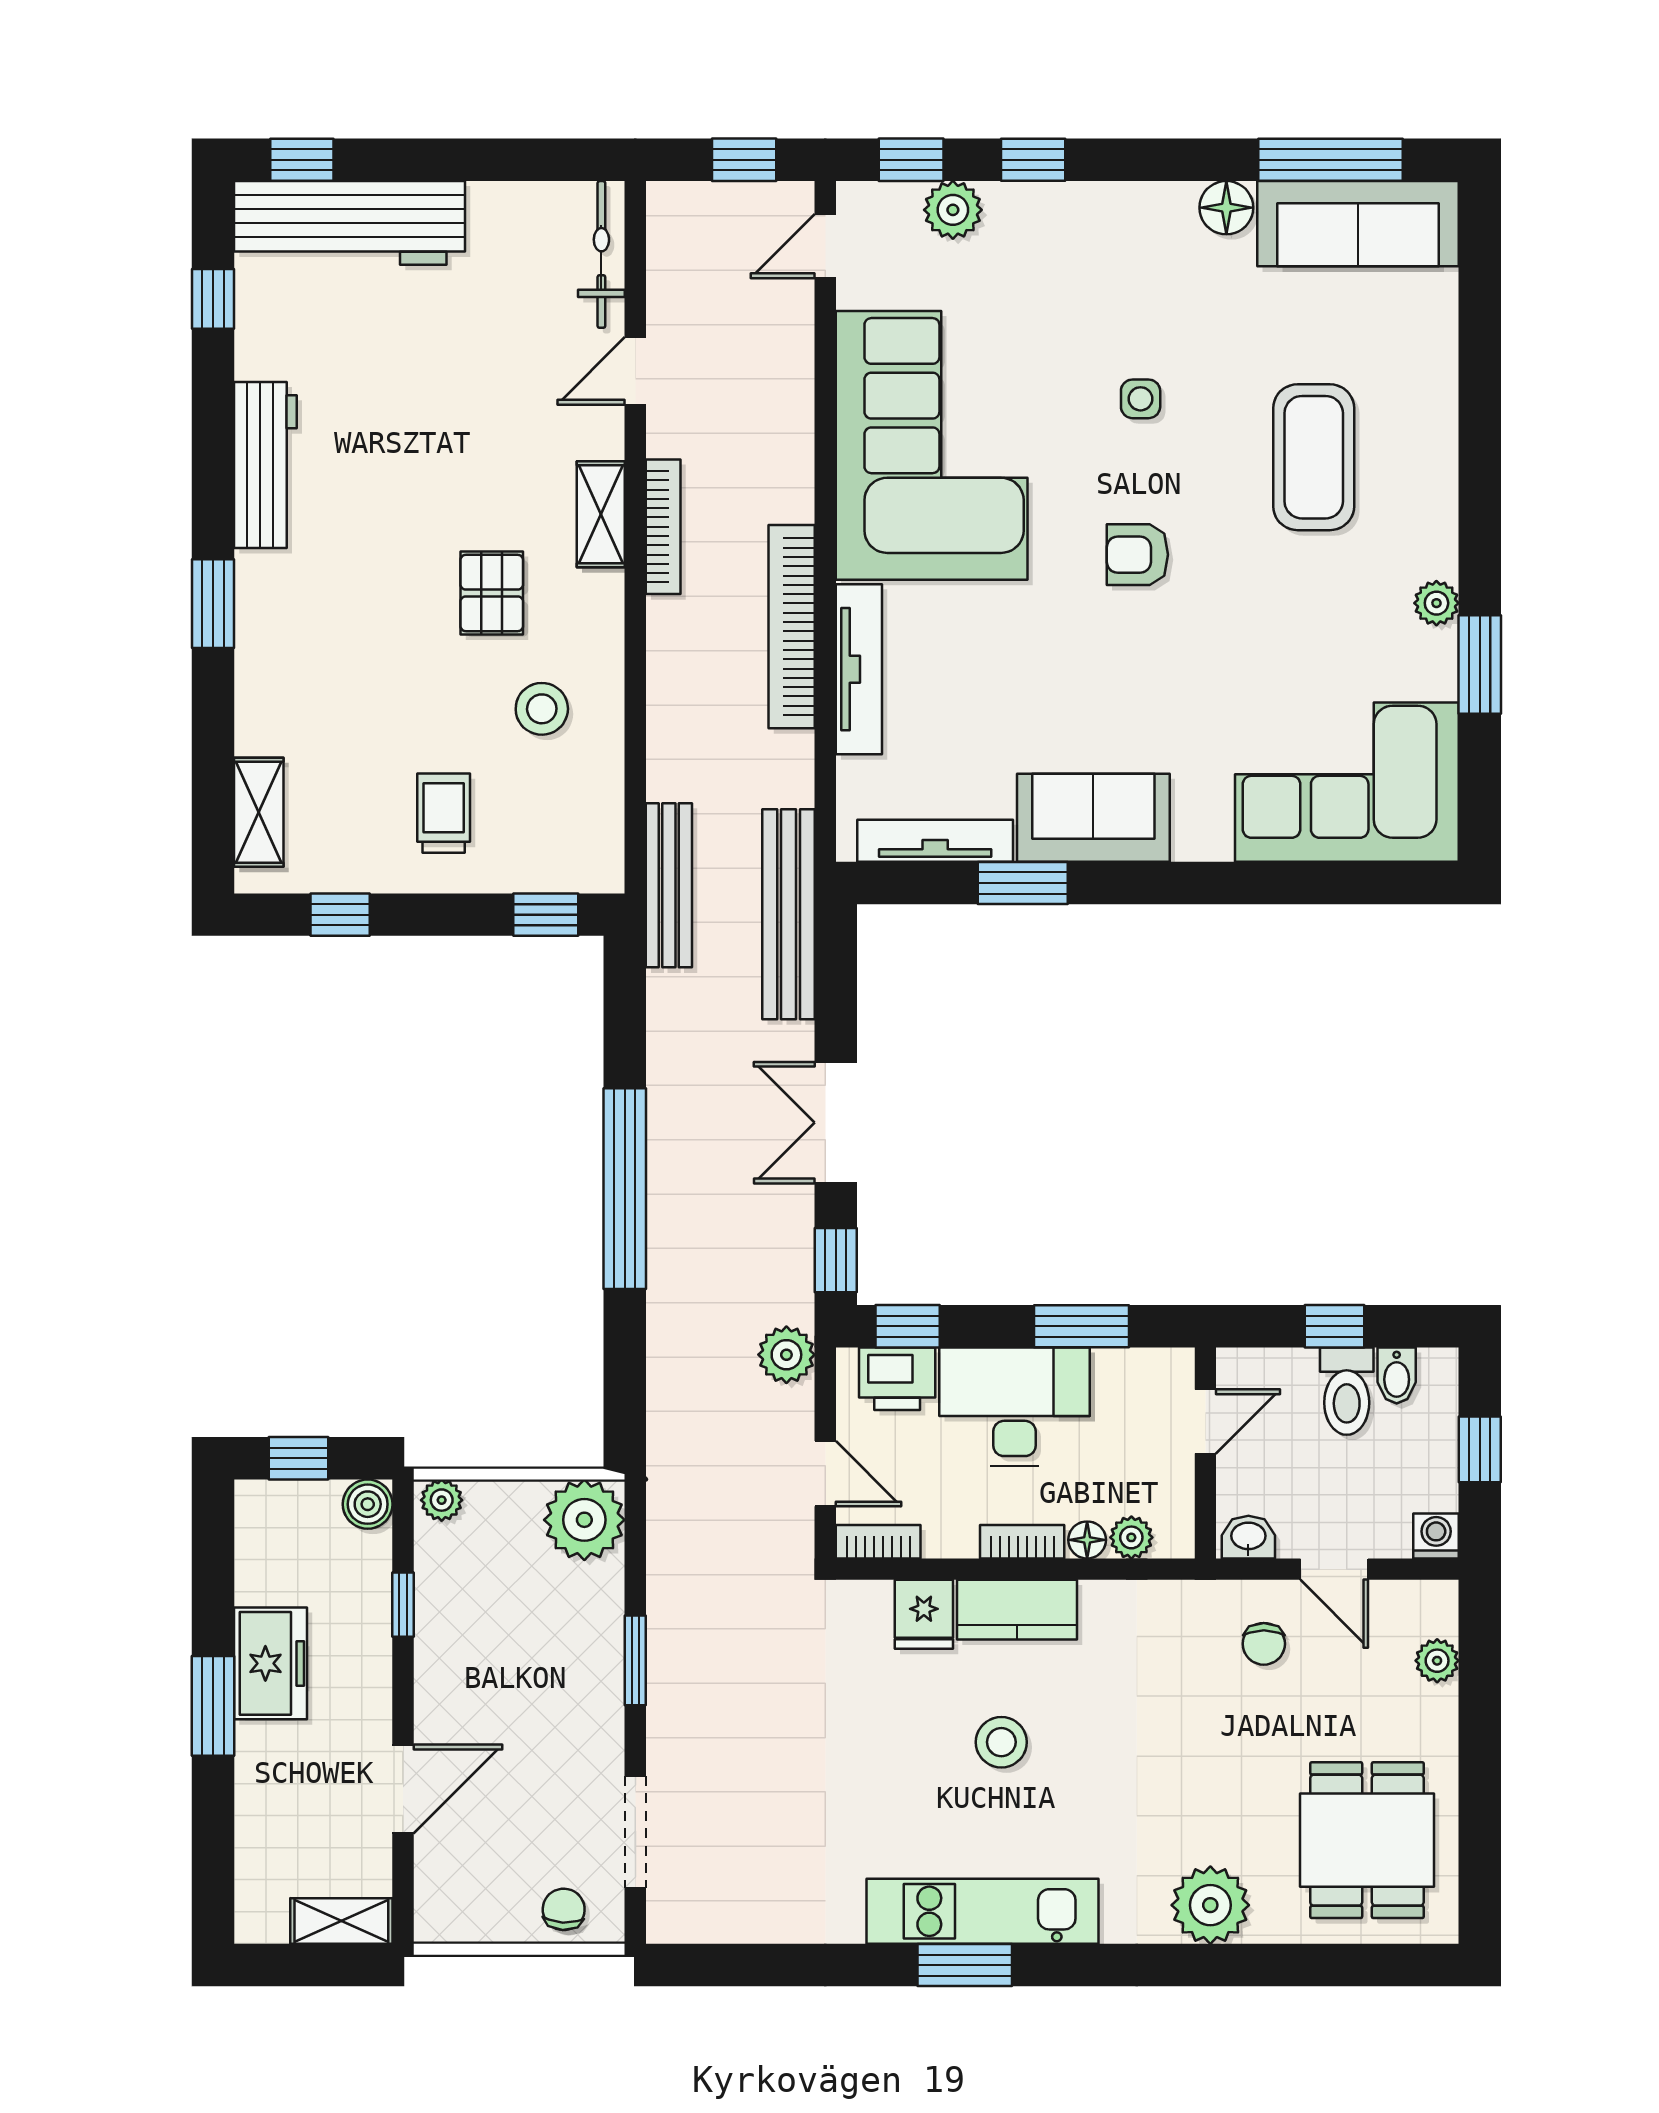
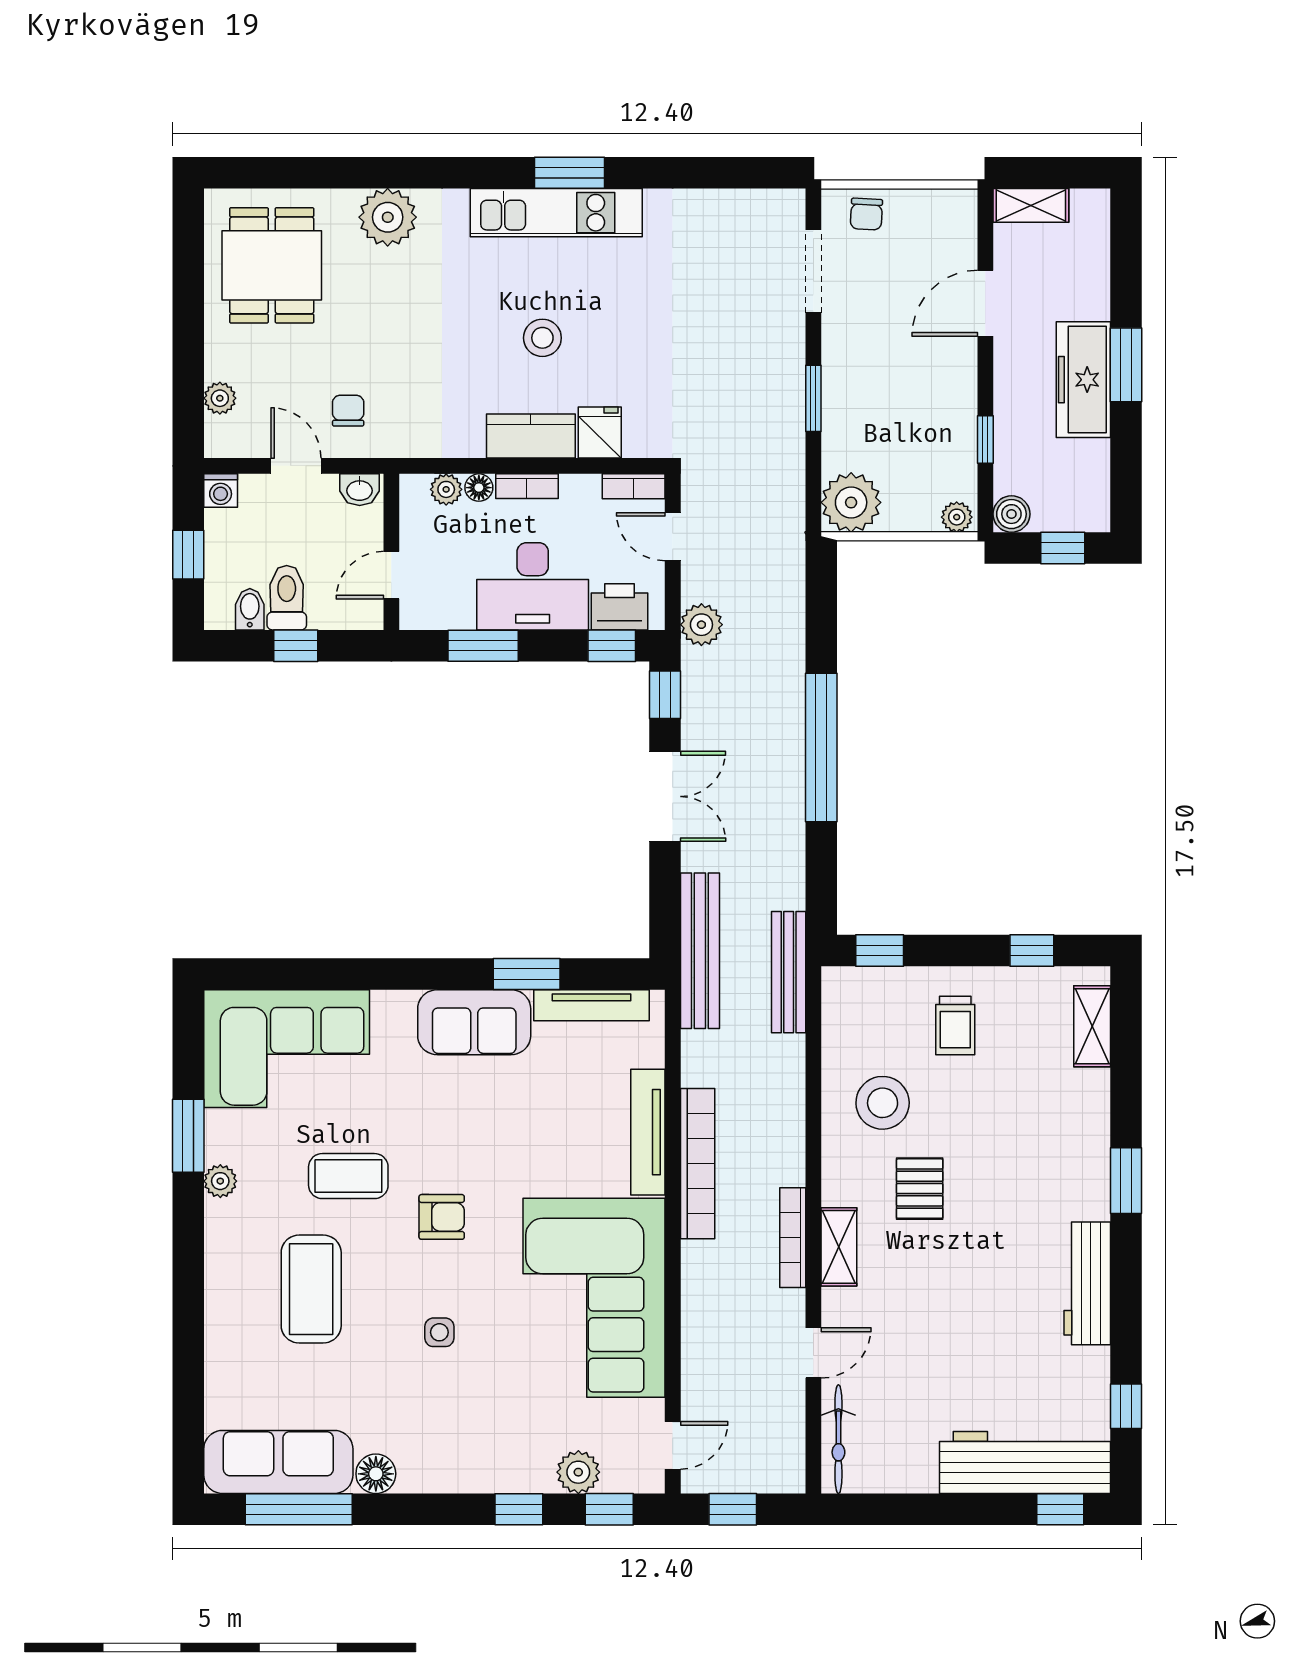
coffee table: (1264, 610) -> (348, 1176), added
stool: (542, 709) -> (883, 1103), width x1.38, depth x1.38
freezer: (270, 1663) -> (1083, 380), width x1.40

